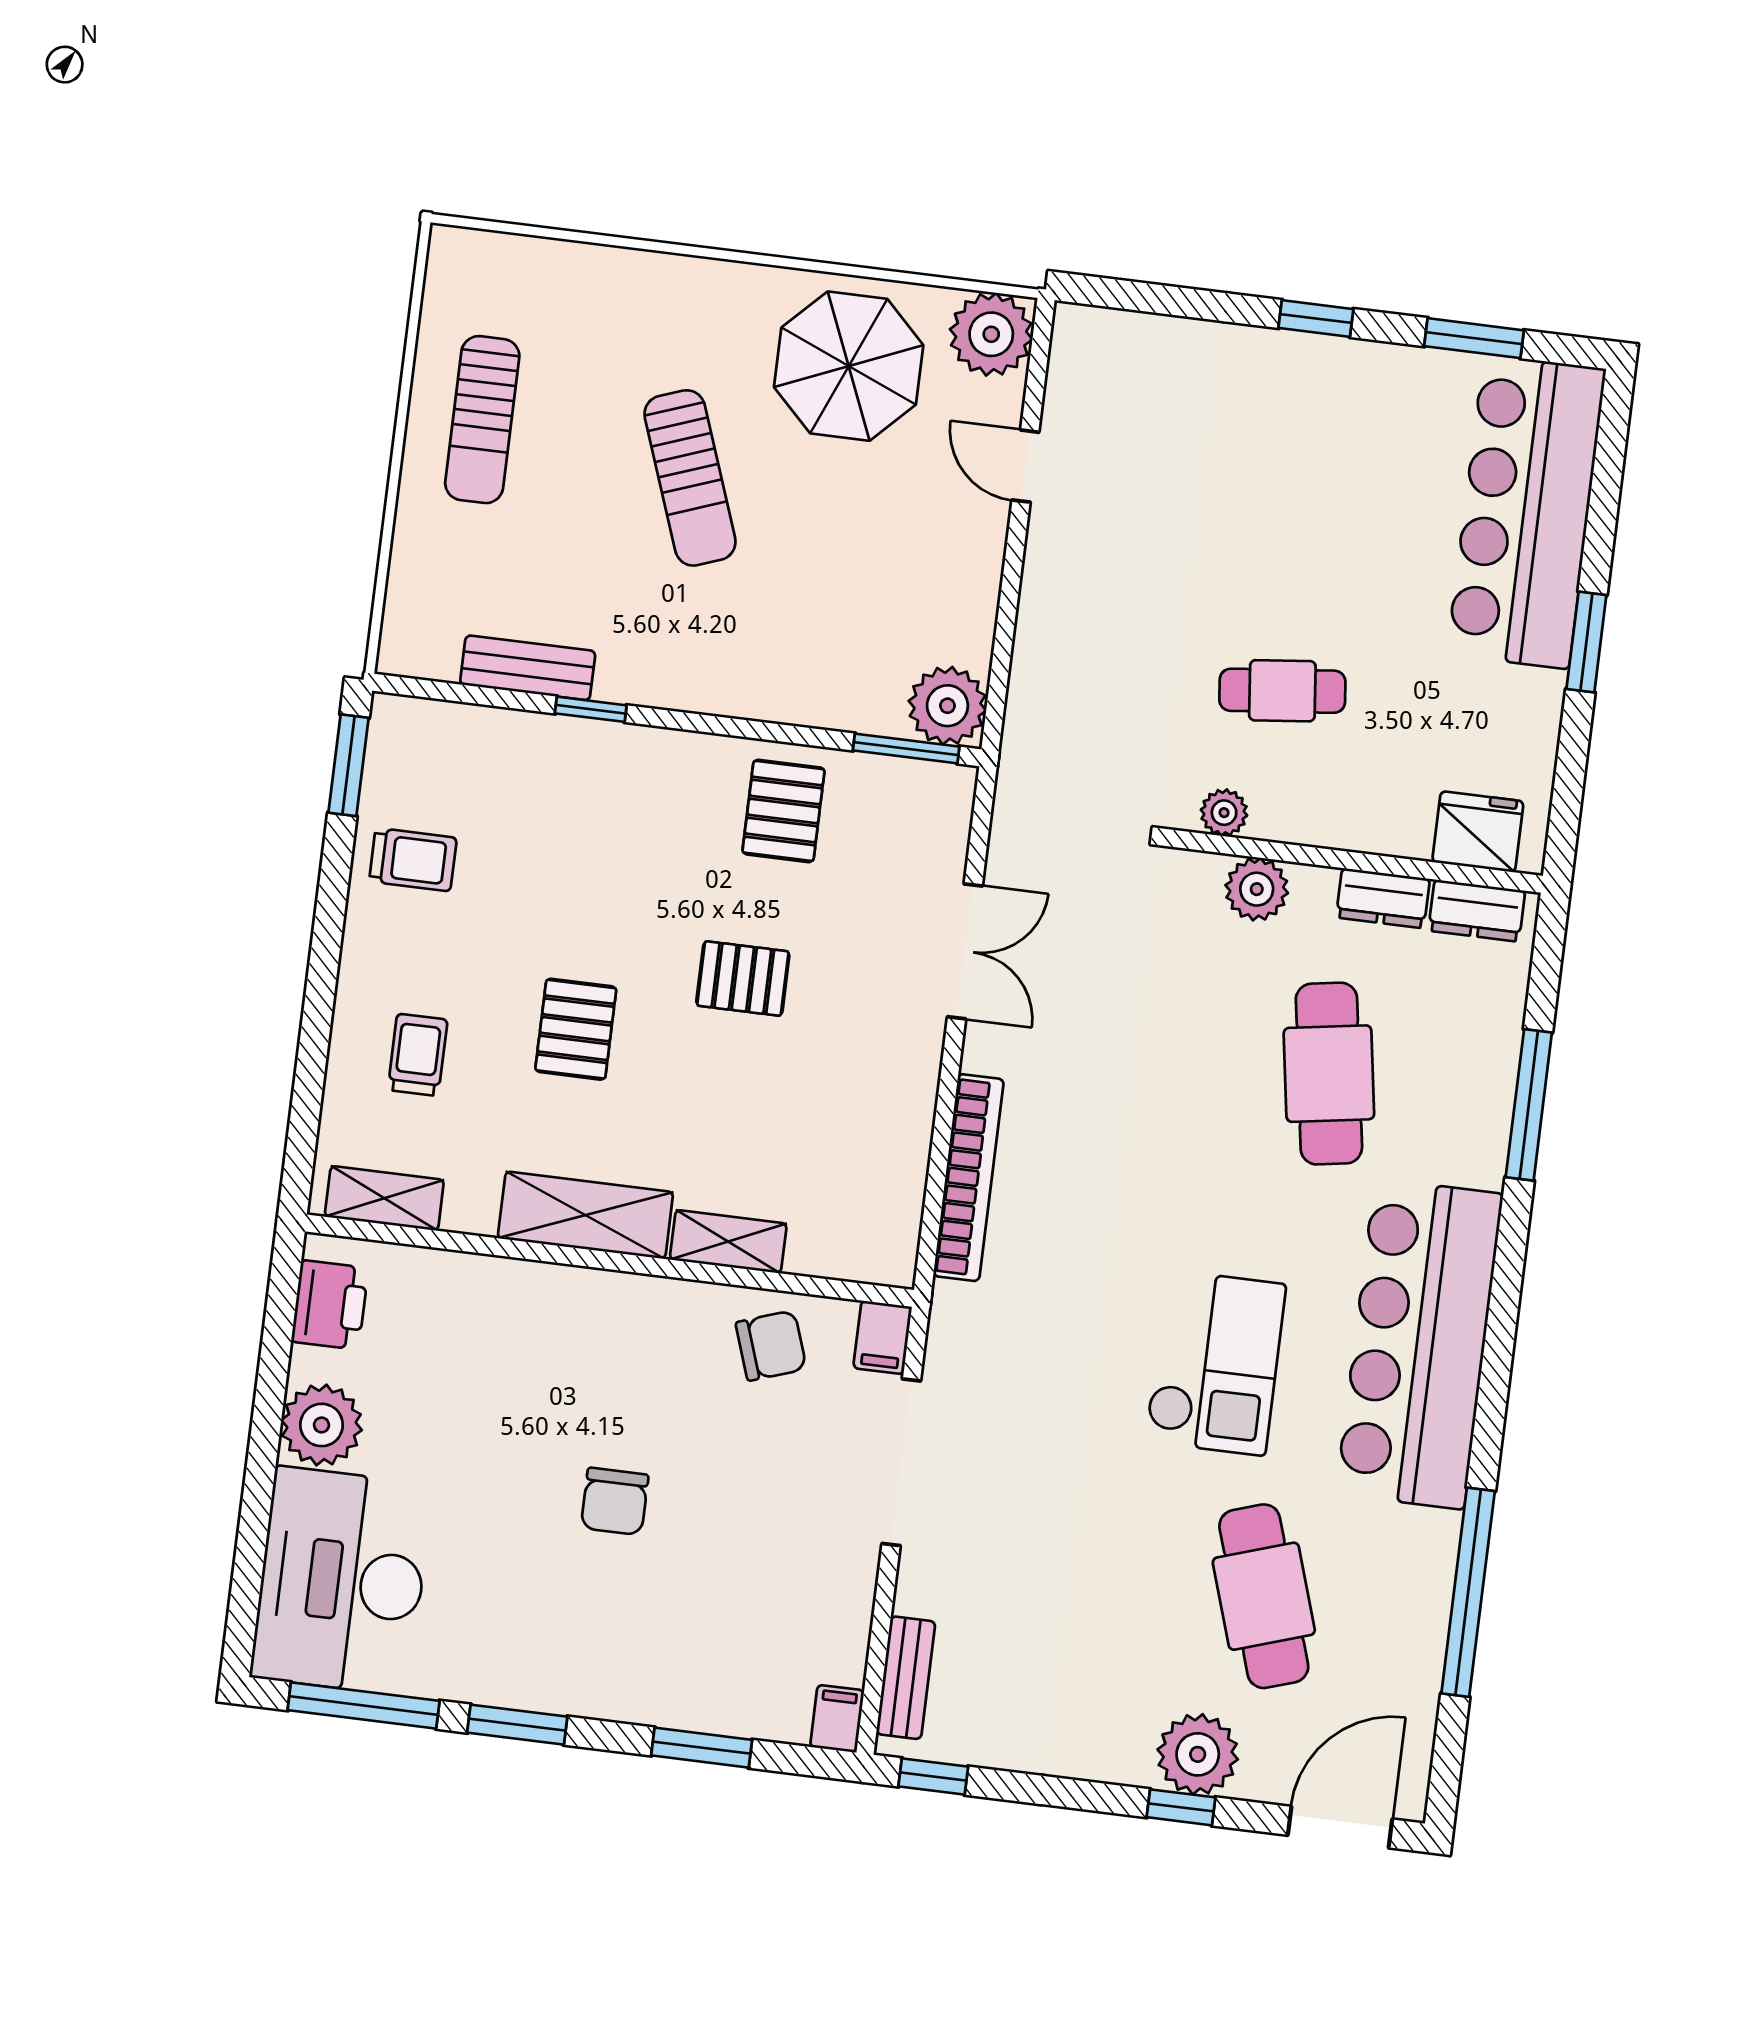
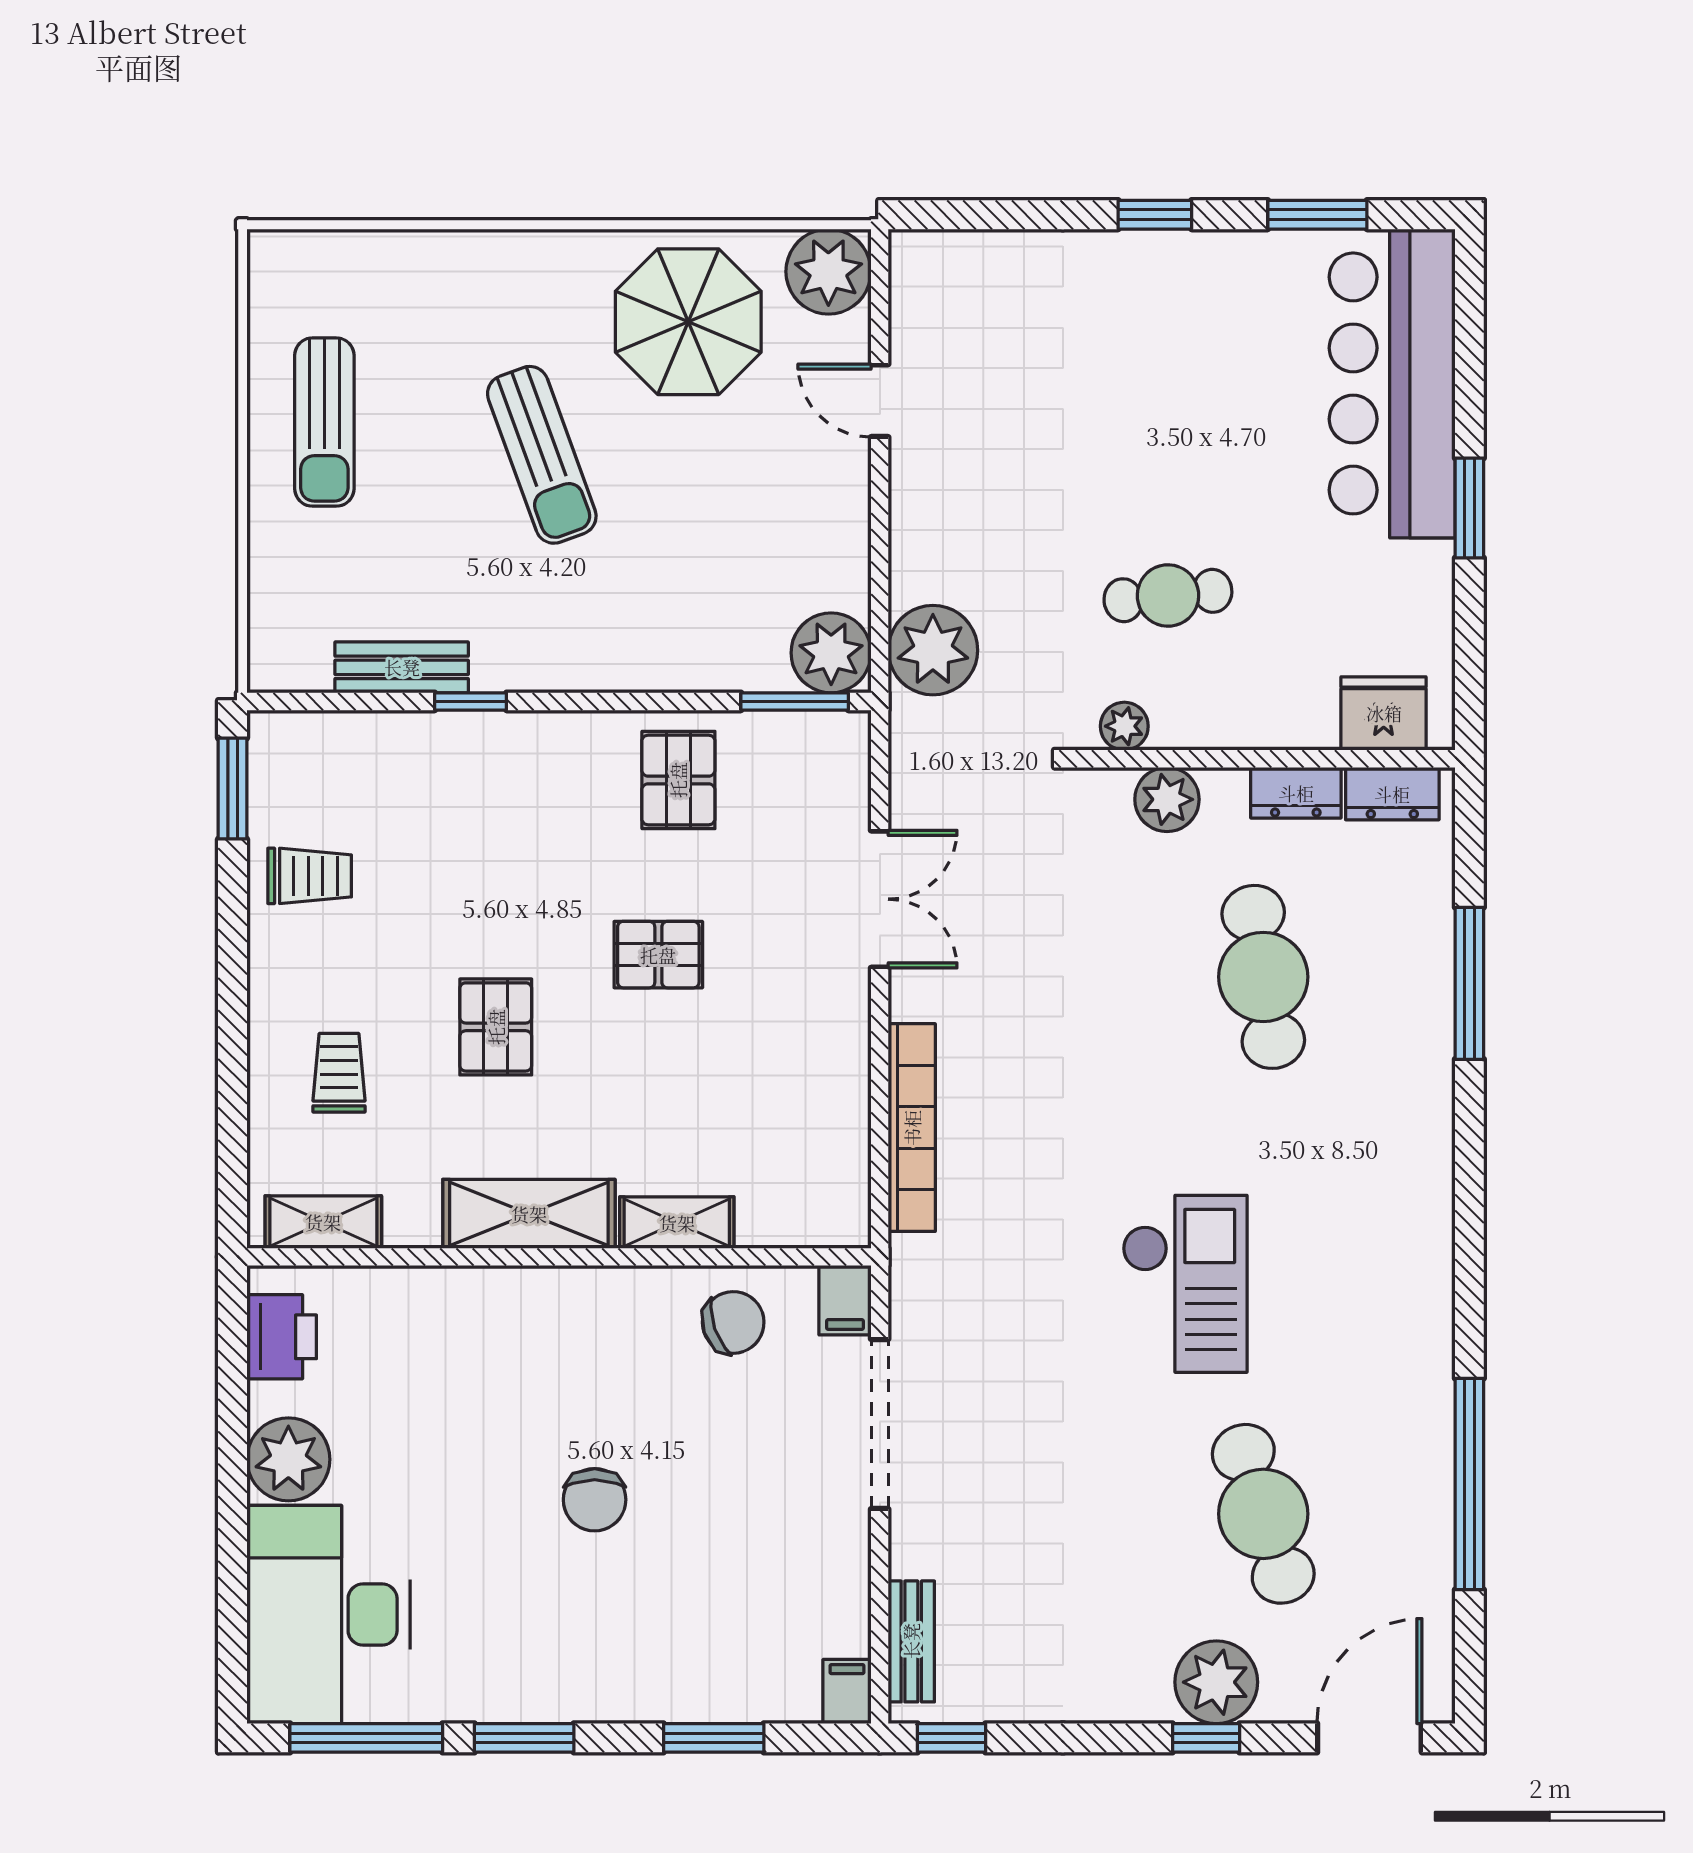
plant: (1047, 715) -> (933, 650), added
bar counter: (1419, 1344) -> (1389, 1239), removed

